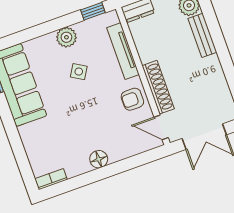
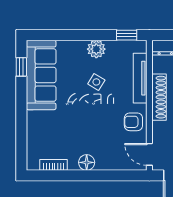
shoe rack: (158, 87) -> (159, 97), moved
bookcase: (51, 179) -> (53, 165), moved

